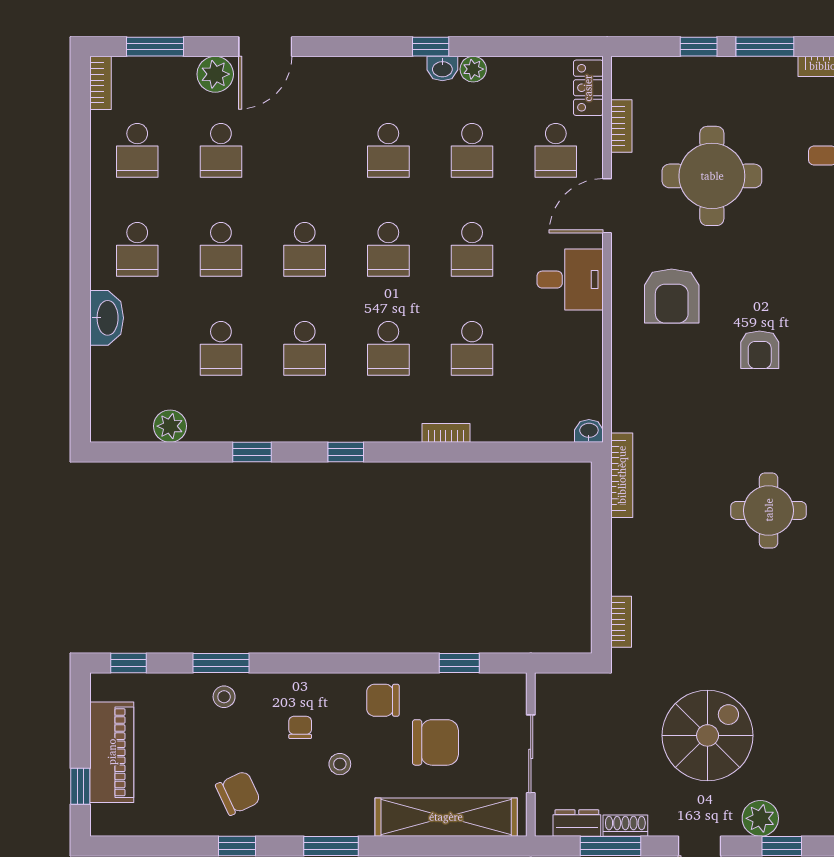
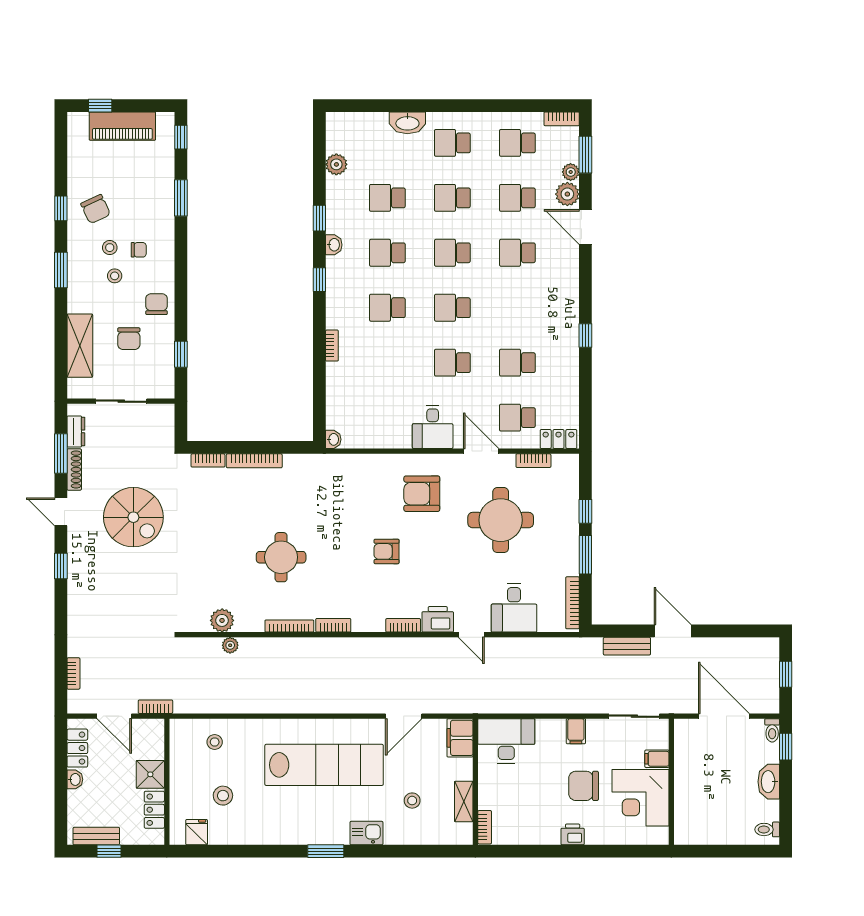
washbasin: (442, 69) -> (334, 245), moved, turned 180
plant: (473, 69) -> (571, 172), moved
school desk: (388, 150) -> (517, 253), moved
school desk: (472, 348) -> (387, 363), removed
bookcase: (622, 475) -> (254, 461), moved
stool: (224, 697) -> (110, 248), moved
chair: (435, 742) -> (129, 339), width x0.73, depth x0.73
shelving: (446, 817) -> (80, 346), width x0.68
plant: (760, 818) -> (79, 552), removed
shoe rack: (625, 826) -> (74, 469), width x1.43

